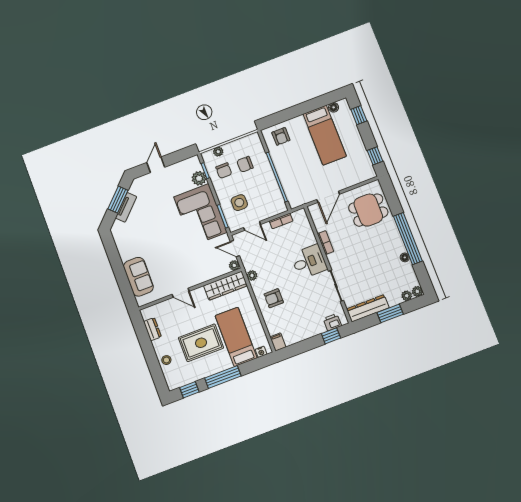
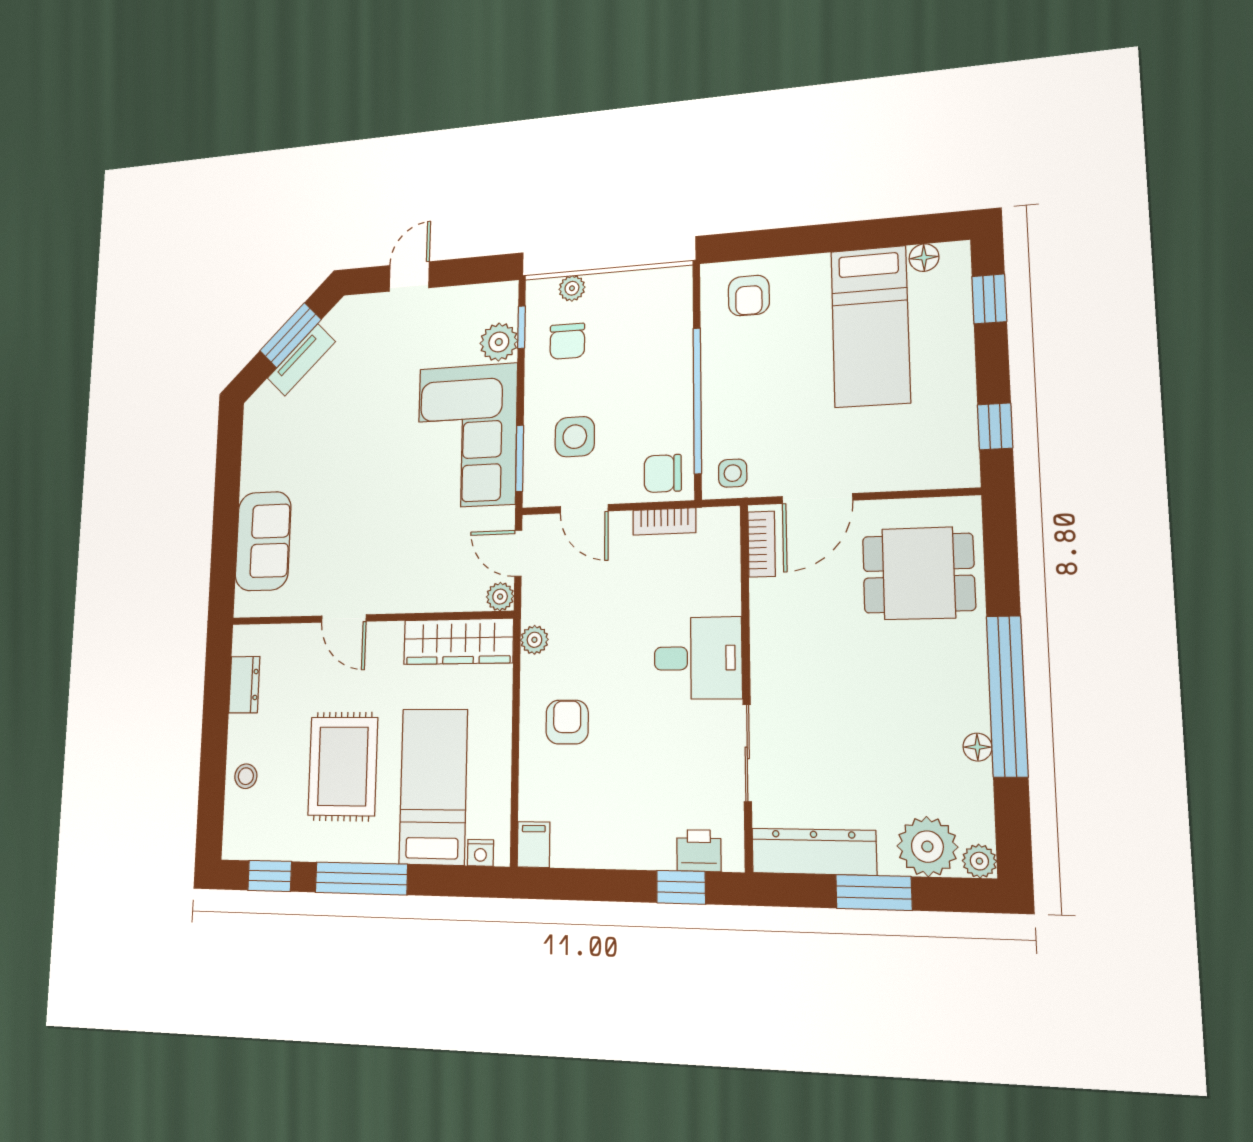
chair: (245, 164) -> (663, 473), moved
side table: (298, 198) -> (733, 473), added
bookcase: (326, 243) -> (762, 544), moved
plant: (407, 296) -> (927, 847), width x1.88, depth x1.88
armchair: (274, 298) -> (567, 722), turned 90
rug: (201, 343) -> (343, 766), turned 90

